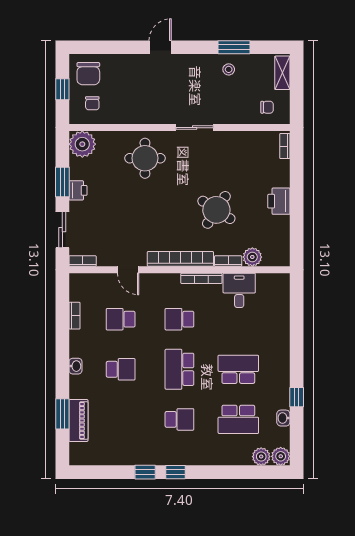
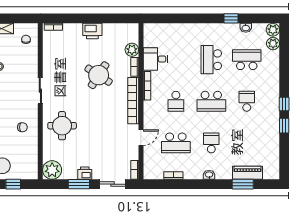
chair: (92, 103) -> (22, 127), moved
school desk: (121, 319) -> (176, 143), width x1.85
school desk: (238, 419) -> (247, 60), turned -90

